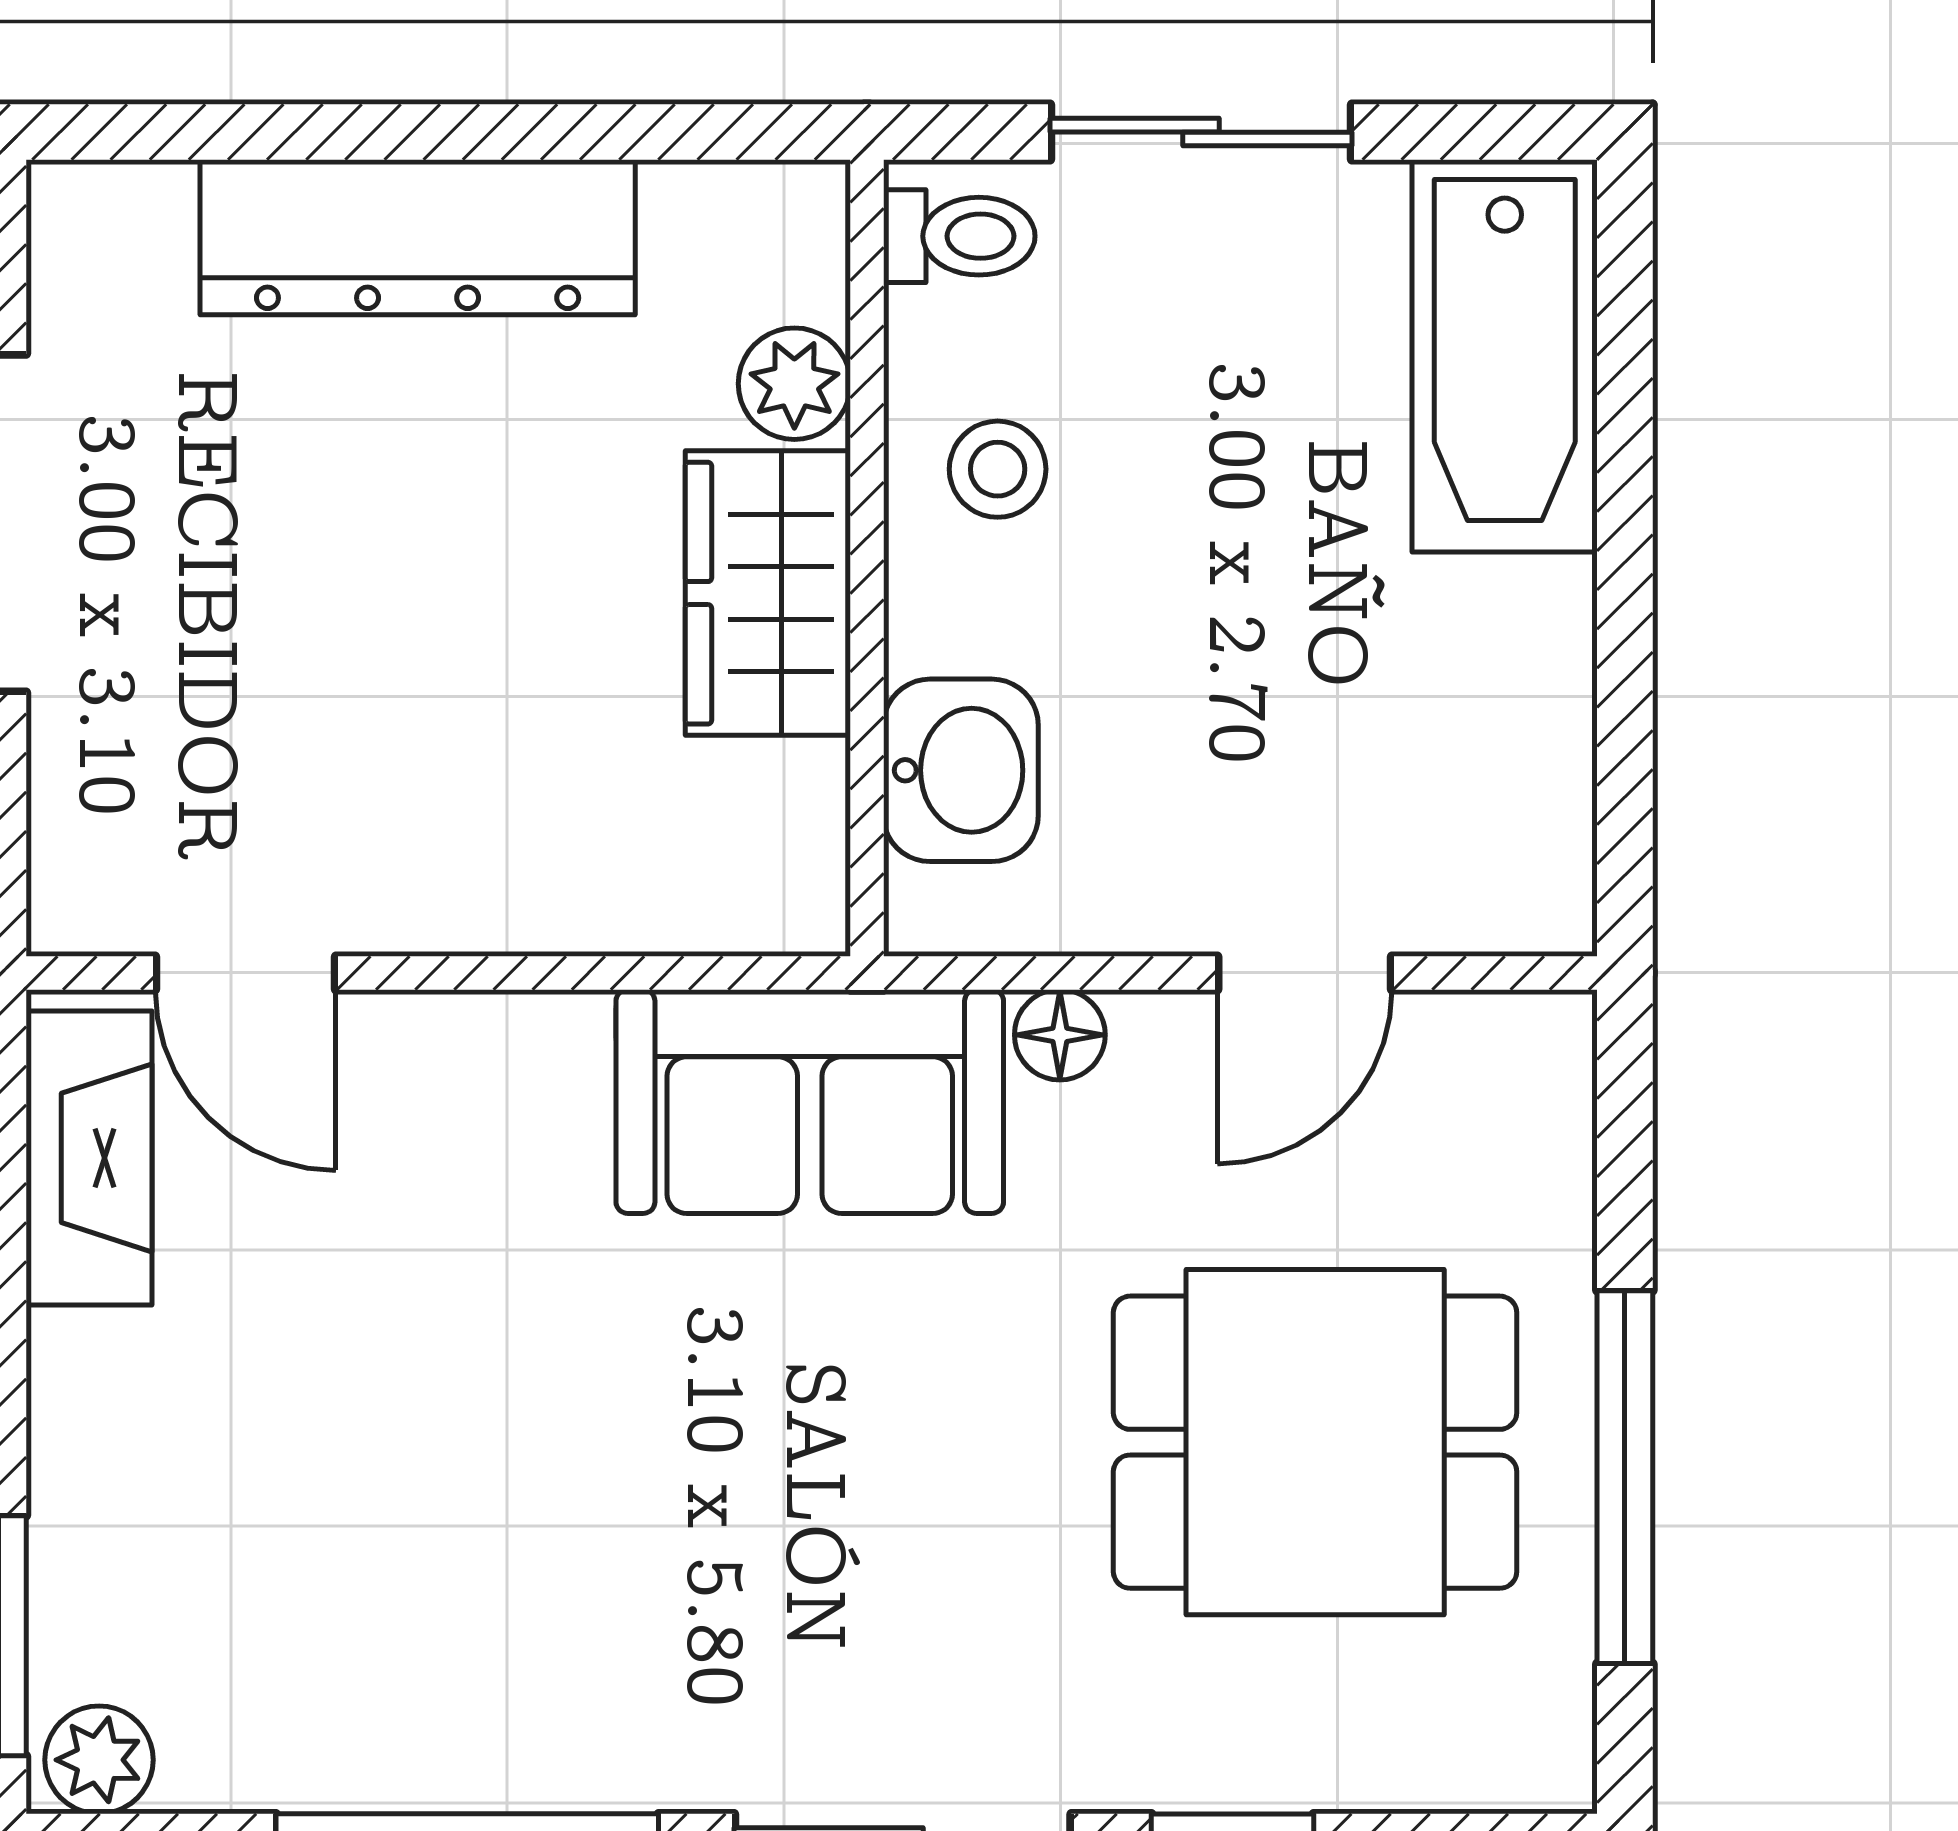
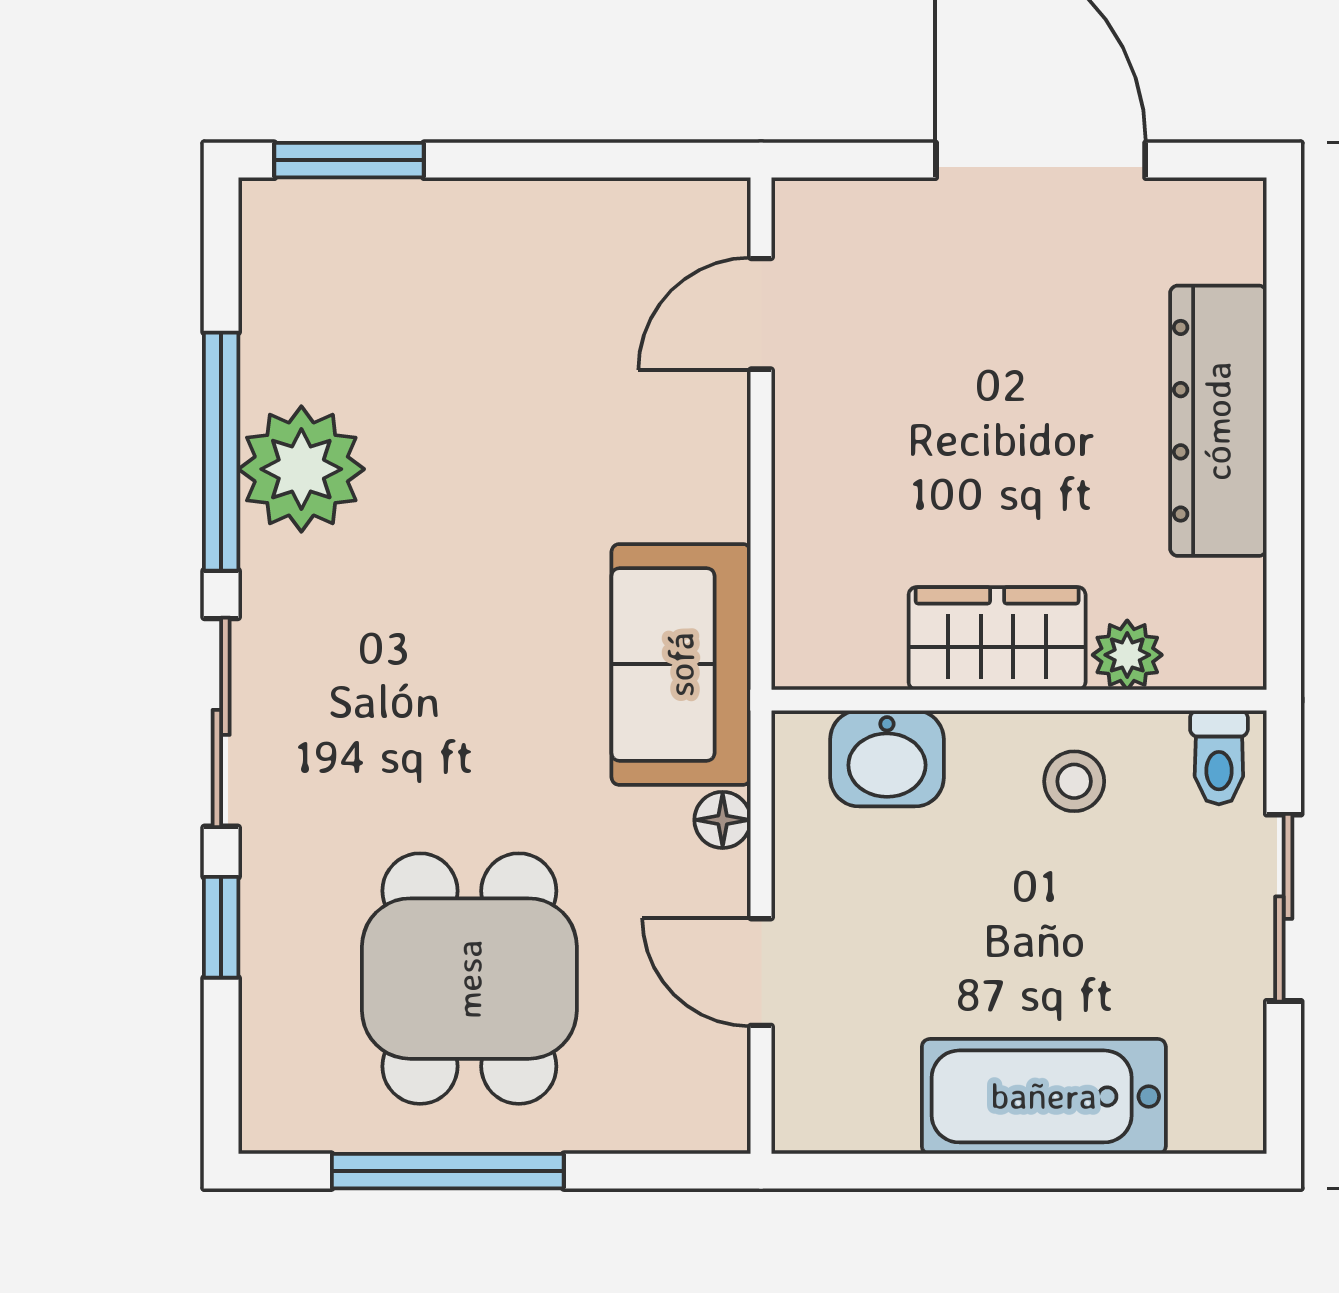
bathtub: (1505, 356) -> (1044, 1096), moved
fireplace: (89, 1158) -> (646, 216), removed
plant: (99, 1760) -> (301, 469), moved, width x1.87, depth x1.87

